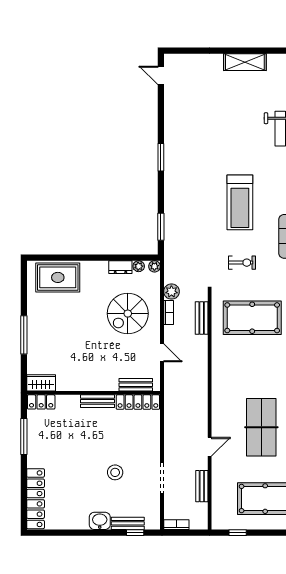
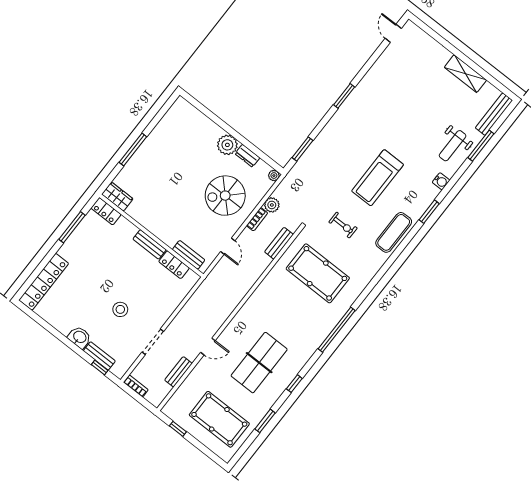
plant: (139, 266) -> (227, 145), moved, width x1.88, depth x1.88
rug: (58, 277) -> (193, 126), removed
locker: (138, 402) -> (174, 265), width x0.66

